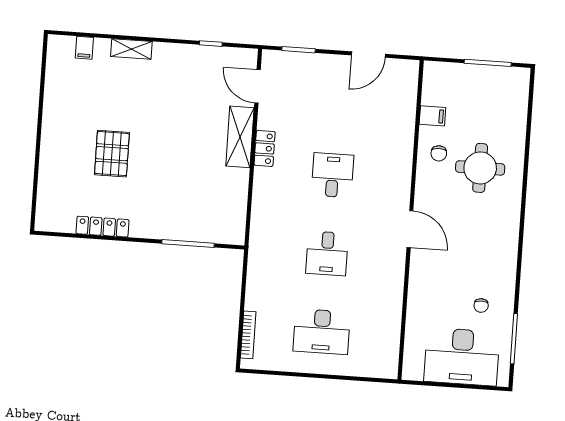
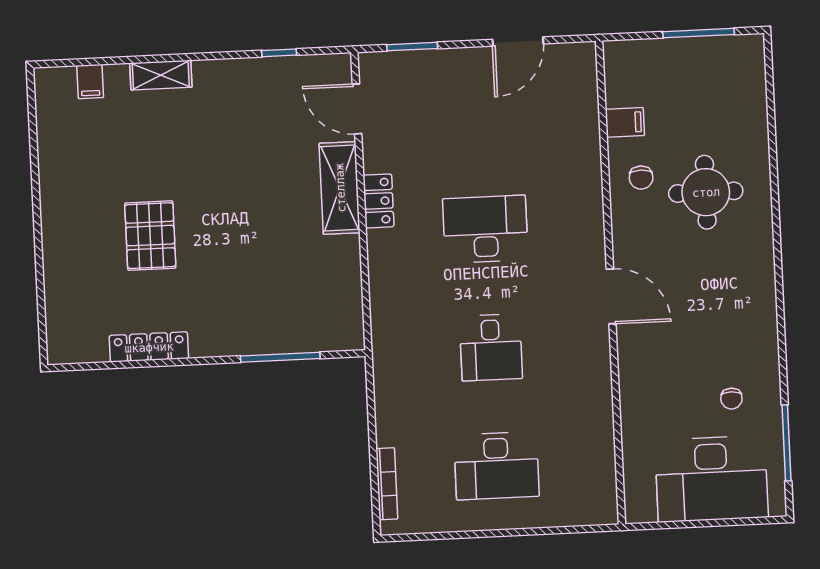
desk: (333, 175) -> (485, 229), width x1.37

